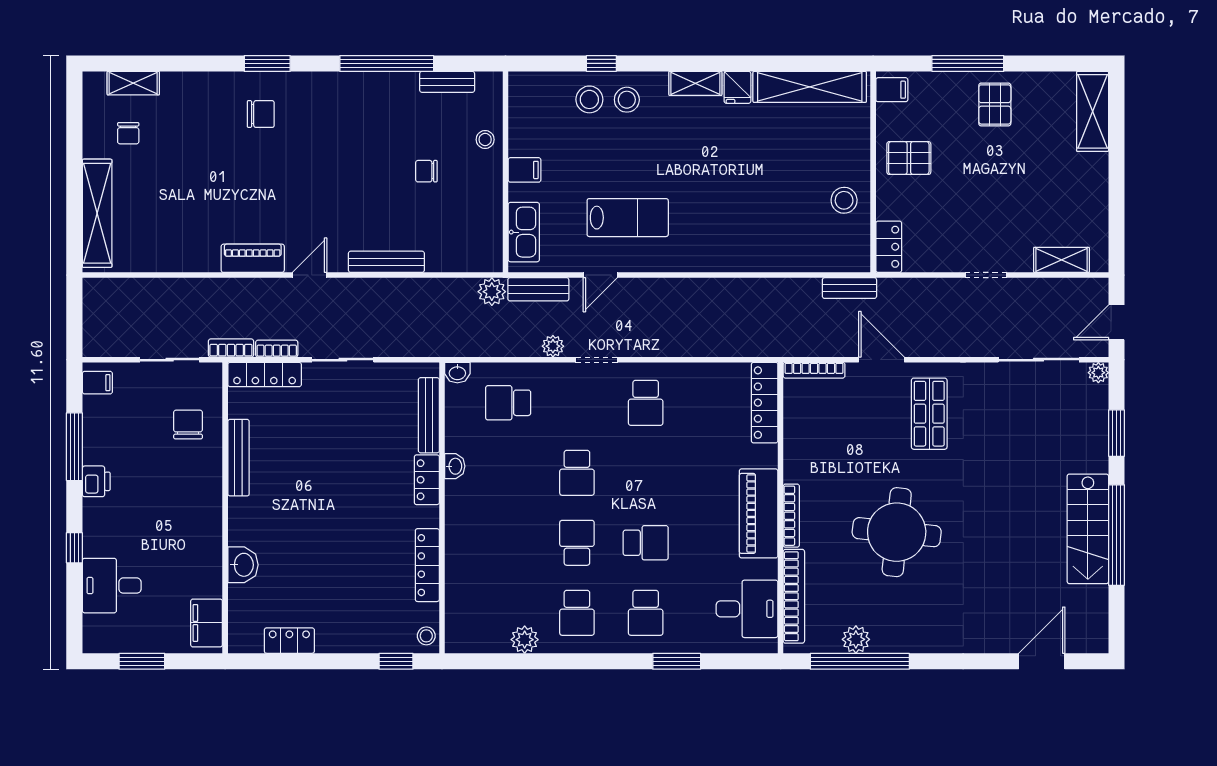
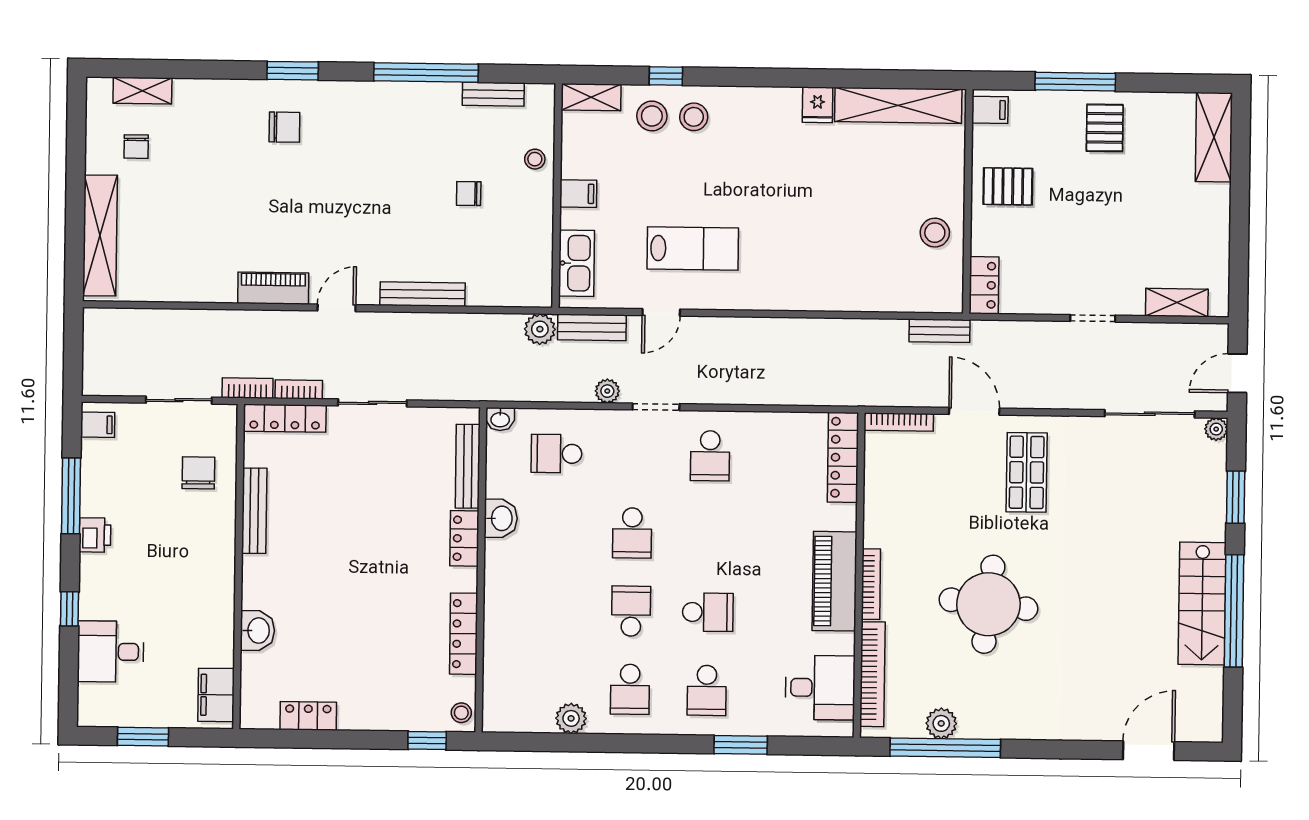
shelving: (695, 83) -> (591, 97), moved
washbasin: (455, 466) -> (501, 518), width x1.38, depth x1.45

